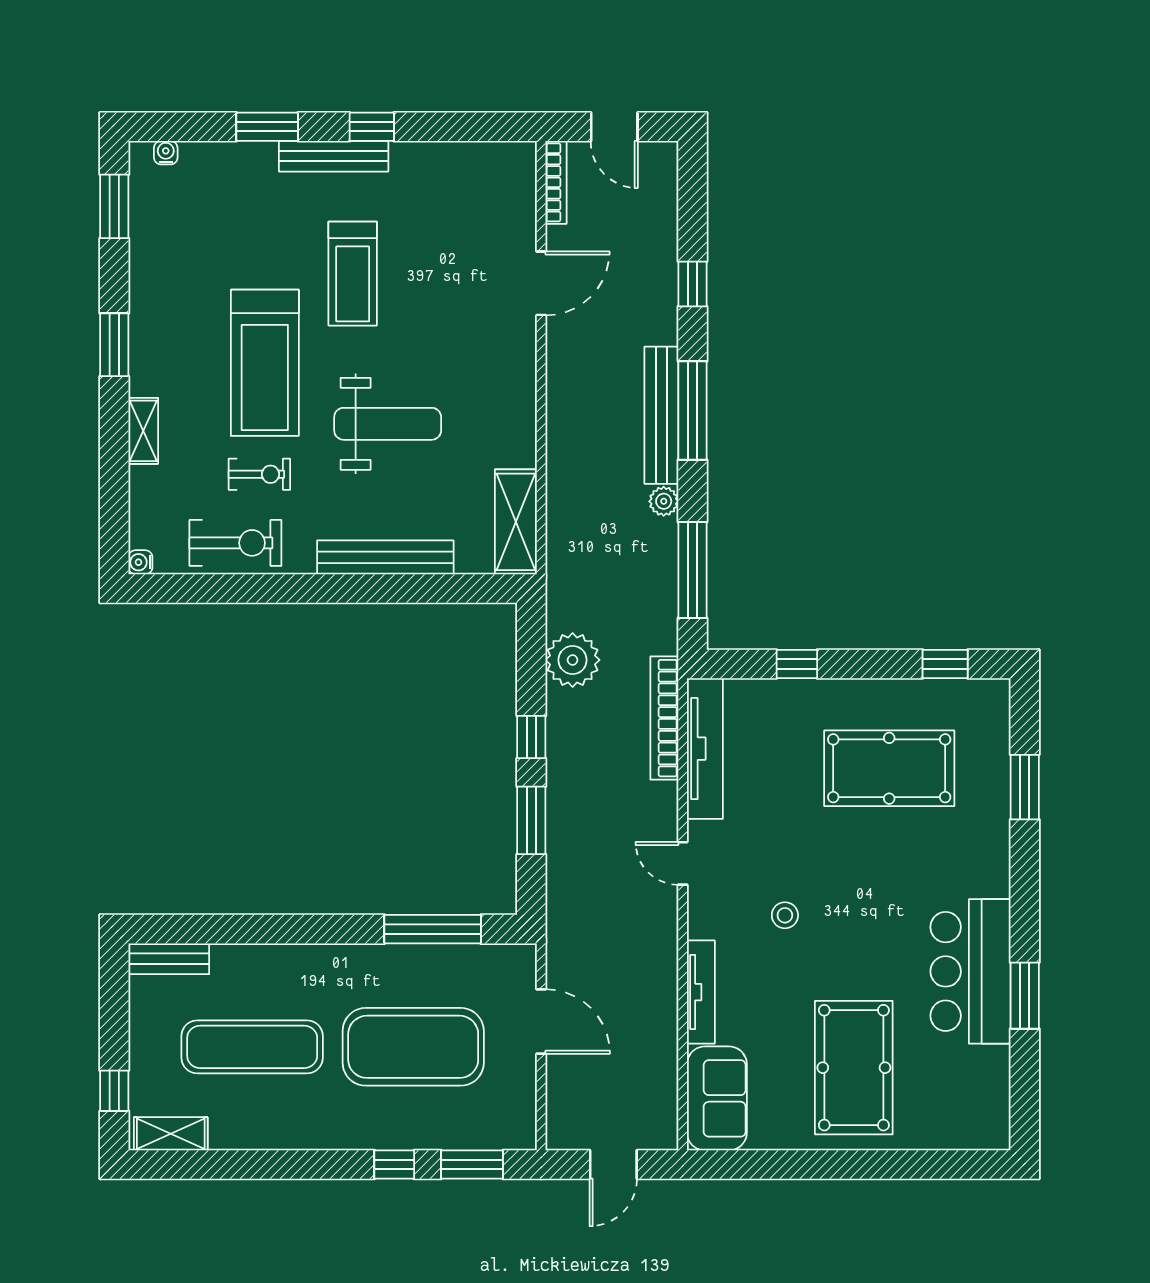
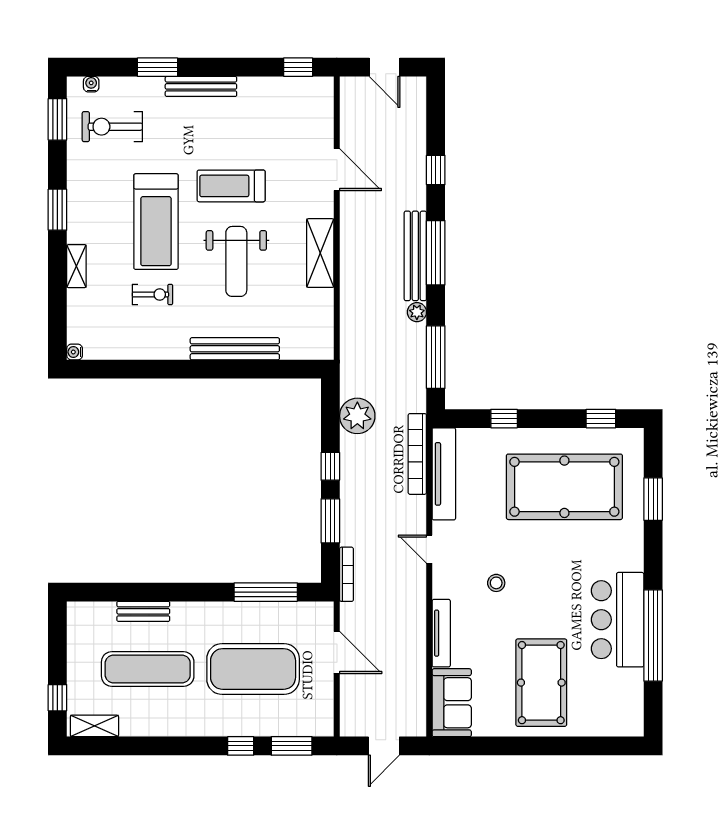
window: (372, 127) -> (298, 67), moved
bookcase: (556, 182) -> (346, 574), moved
treadmill: (353, 274) -> (231, 186), moved, turned 90
door: (541, 283) -> (337, 170), hinge flipped
weight bench: (388, 424) -> (236, 261), turned 90
shelving: (516, 522) -> (320, 253), moved
exercise bike: (235, 543) -> (112, 127), moved, turned 180
pool table: (889, 768) -> (564, 487), width x1.36, depth x1.32
bench: (169, 959) -> (143, 611), moved
window: (1025, 996) -> (653, 635), width x2.11

